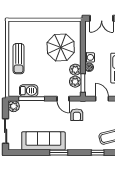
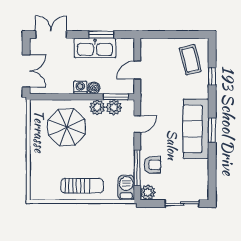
barbecue: (29, 91) -> (126, 188), moved
armchair: (77, 115) -> (152, 165), moved
sofa: (43, 141) -> (196, 129), moved

